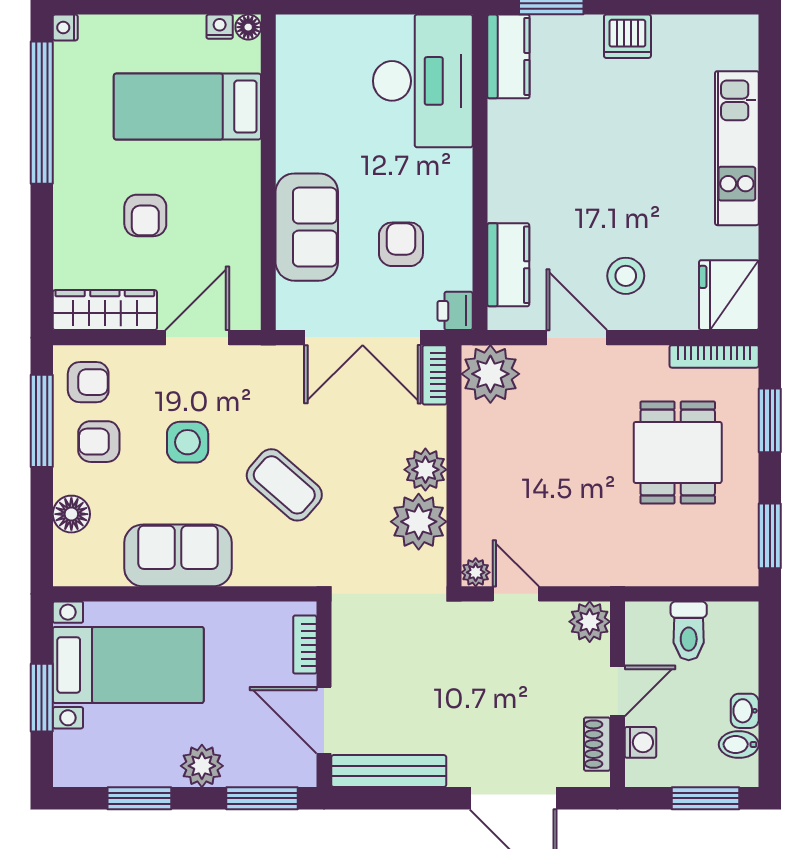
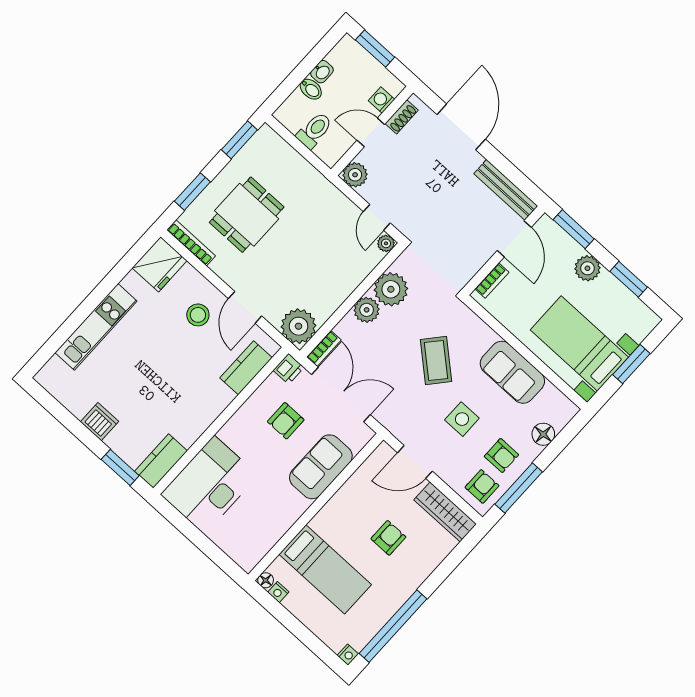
armchair: (88, 382) -> (482, 486), turned 90
bidet: (739, 744) -> (311, 89), moved

